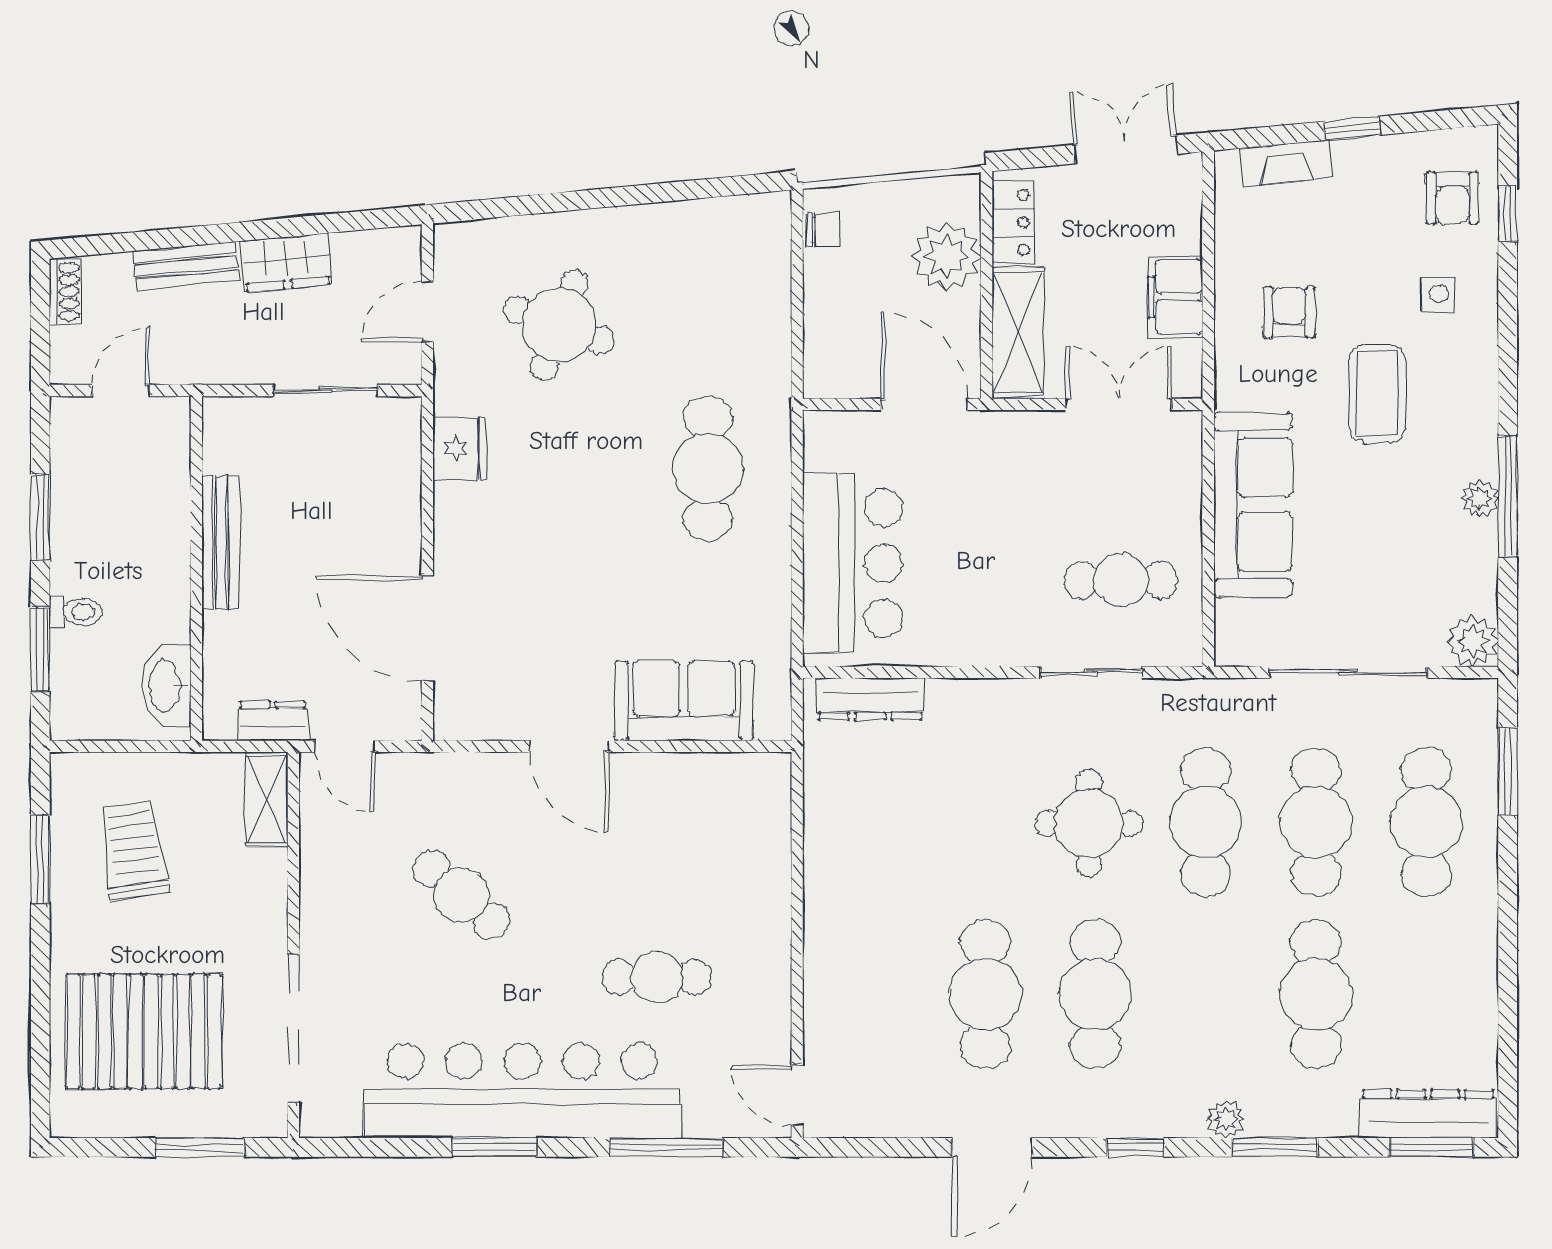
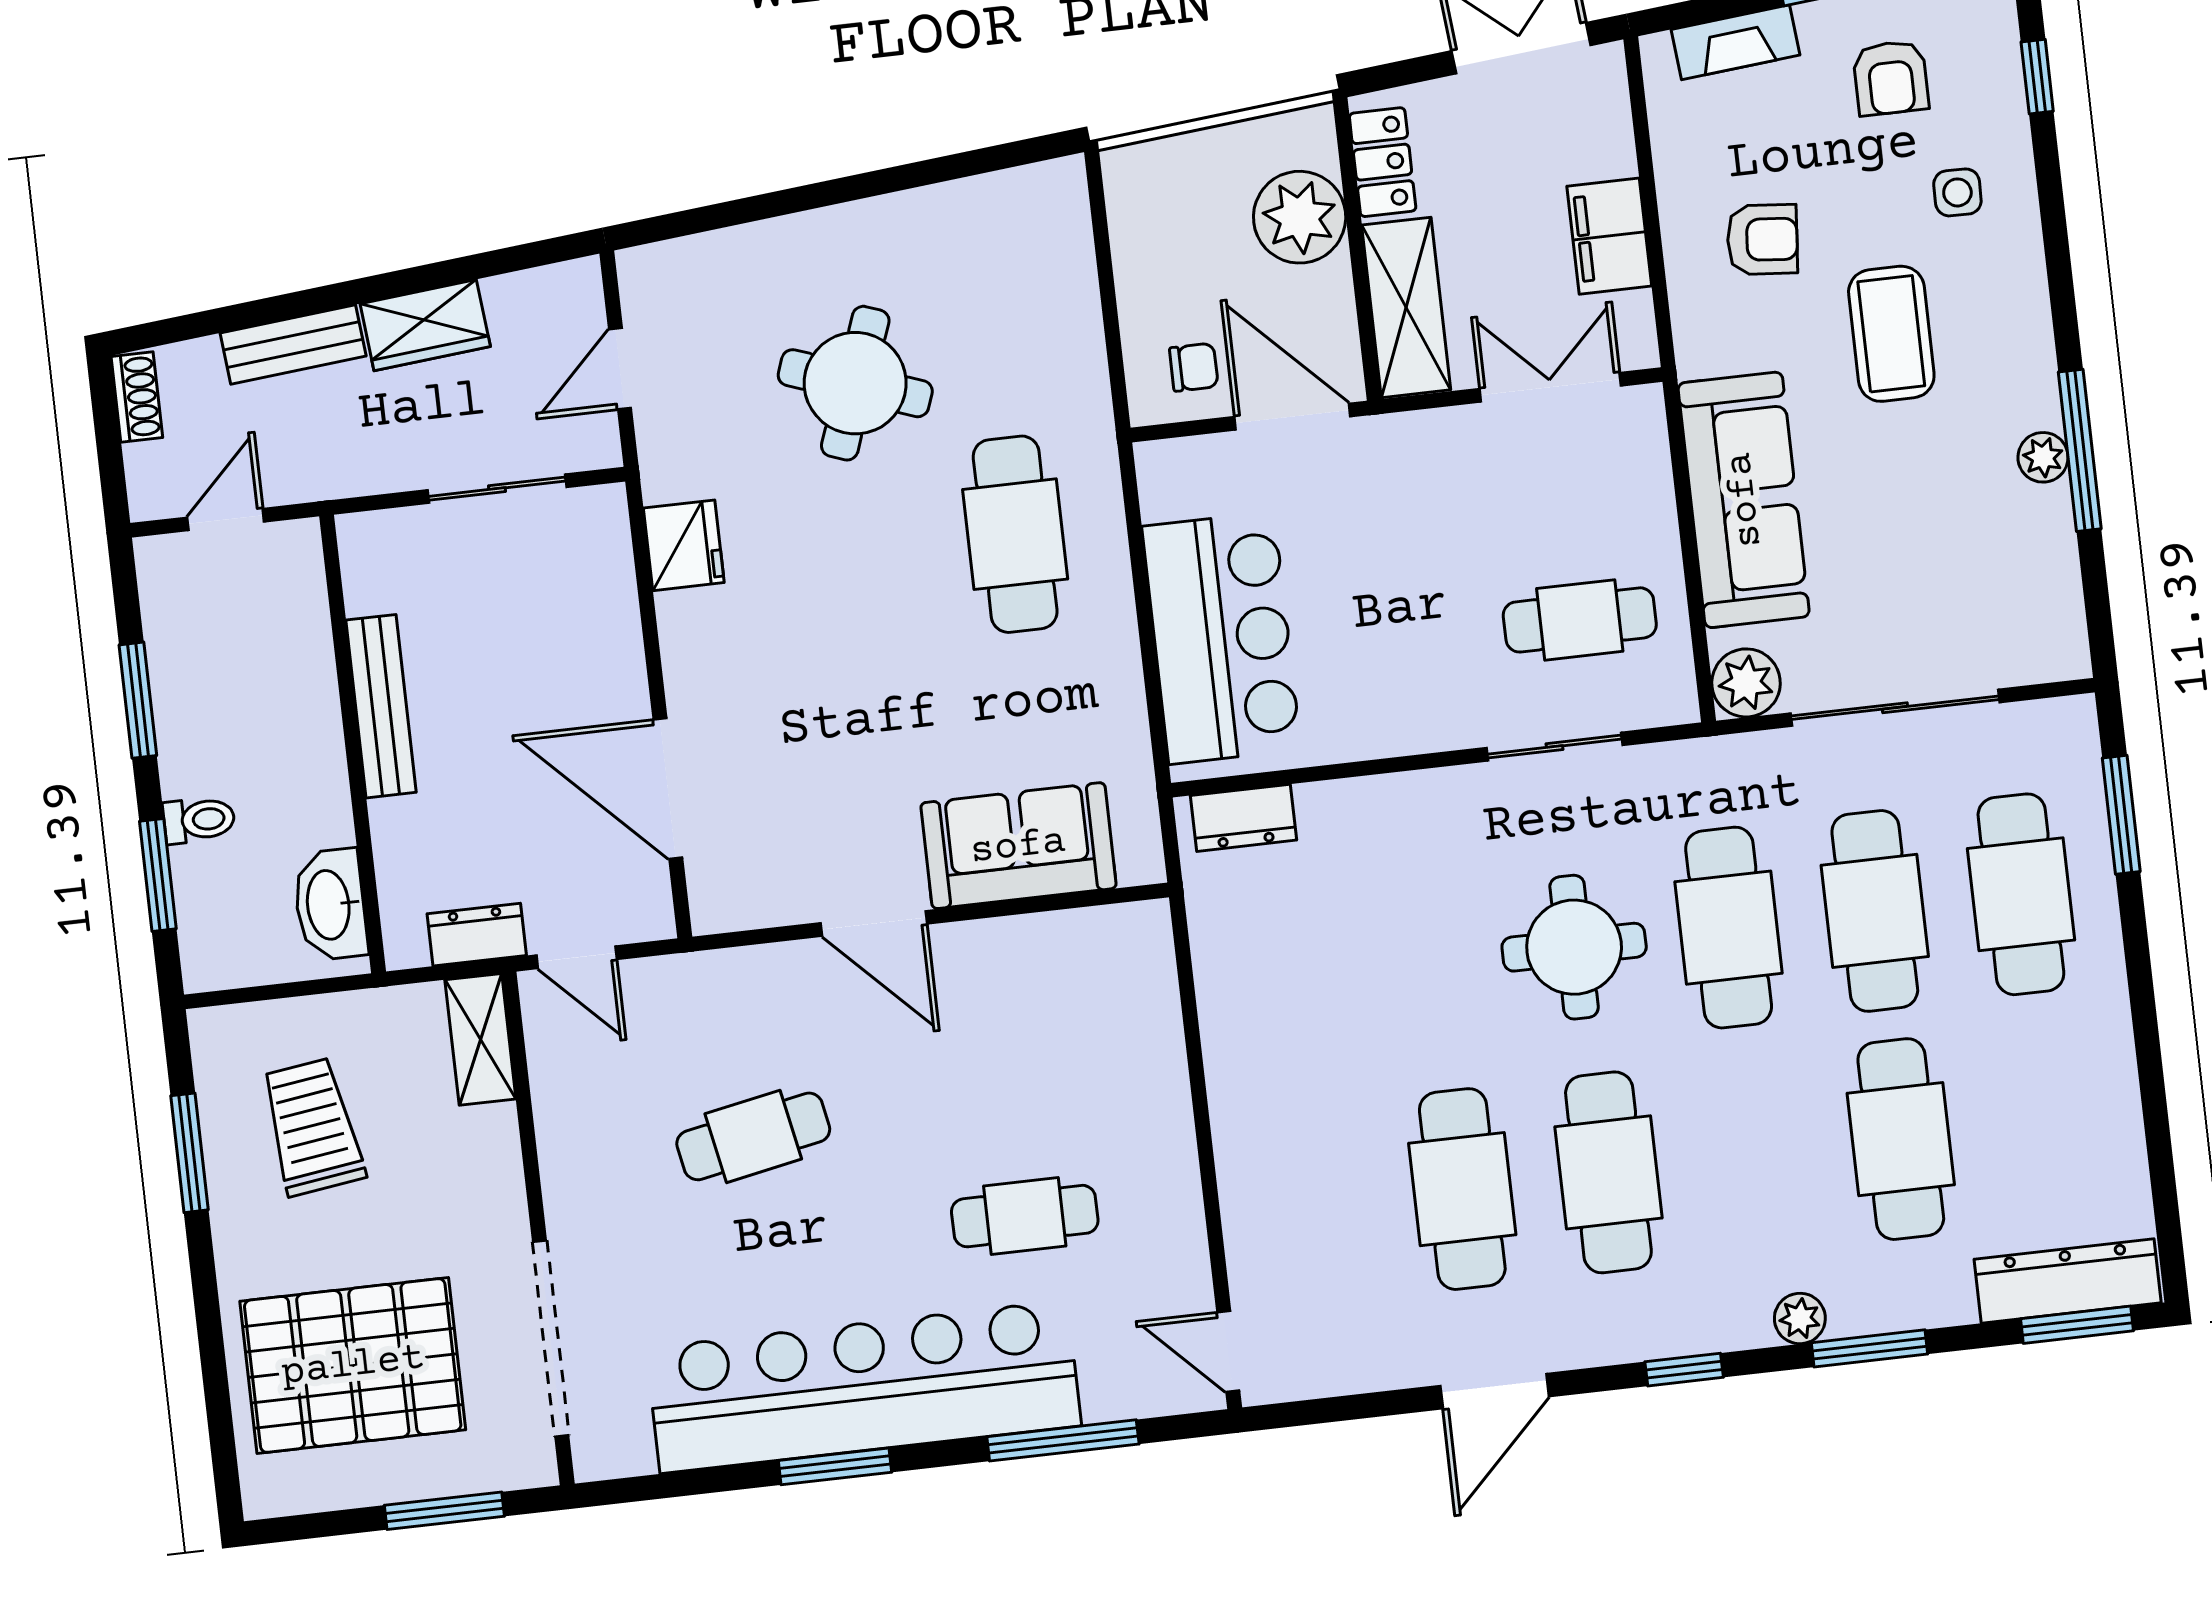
armchair: (1452, 198) -> (1891, 78), moved
chair: (823, 230) -> (1194, 367), moved
armchair: (1289, 312) -> (1762, 239), turned 95
round table: (559, 325) -> (855, 383), moved
plant: (1473, 641) -> (1746, 683), moved
dresser: (870, 699) -> (1244, 818), width x0.70
cafe table: (462, 895) -> (753, 1136), turned -52

